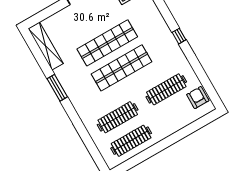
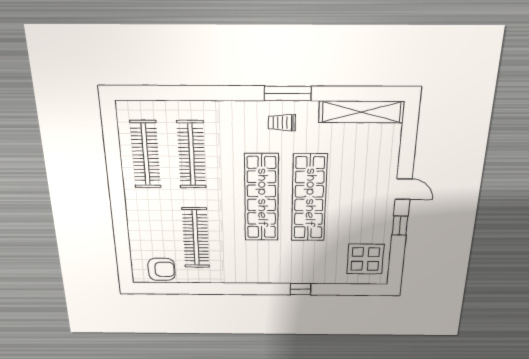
window: (179, 36) -> (301, 289), moved
trolley: (74, 82) -> (282, 123), added

